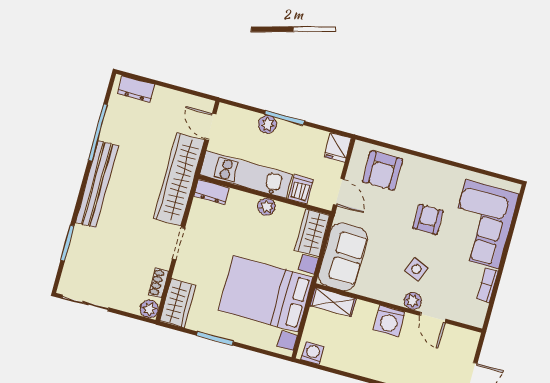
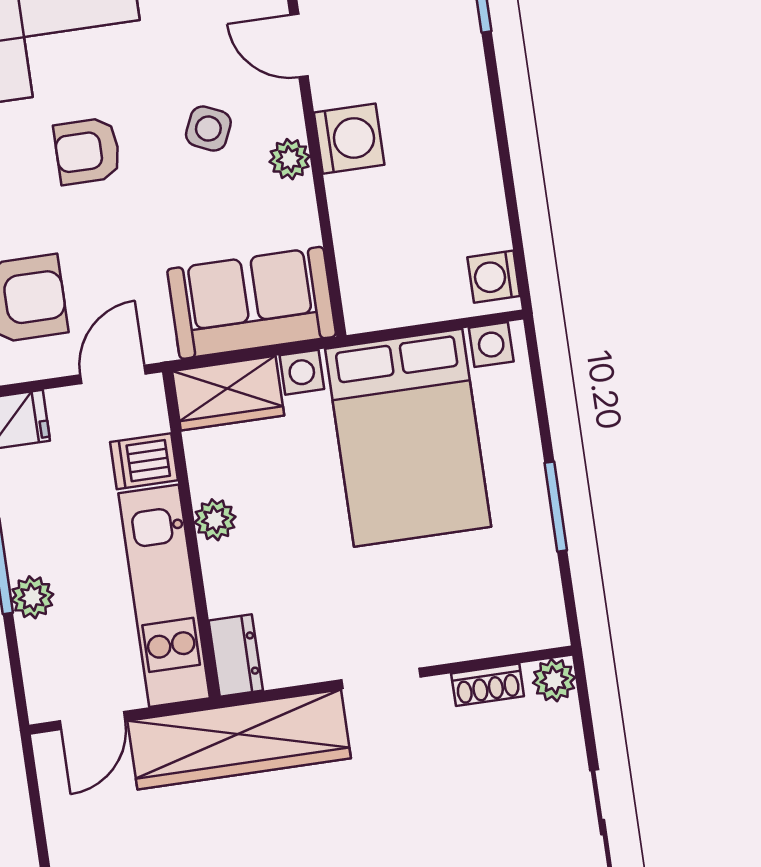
plant: (413, 301) -> (290, 159), moved
shelving: (333, 302) -> (362, 281), removed
wardrobe: (178, 303) -> (514, 623), removed
door: (433, 317) -> (299, 46), swing flipped

